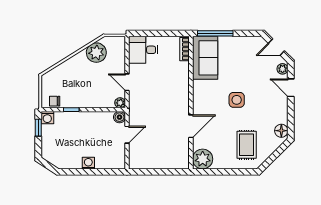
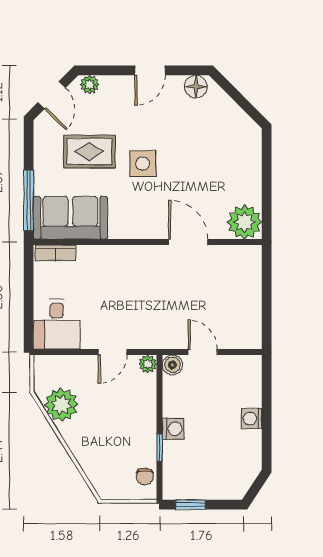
door: (291, 88) -> (150, 70), moved
washing machine: (47, 118) -> (173, 429), moved
rug: (247, 145) -> (89, 151), moved

